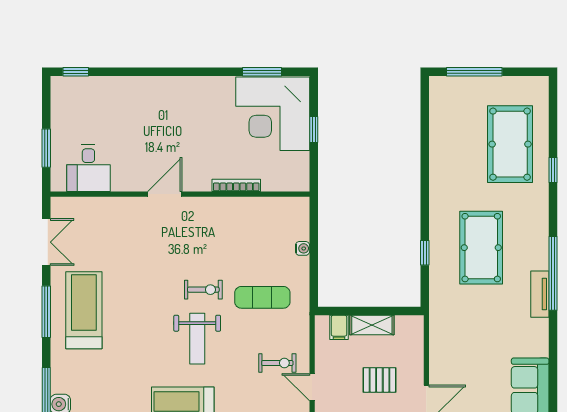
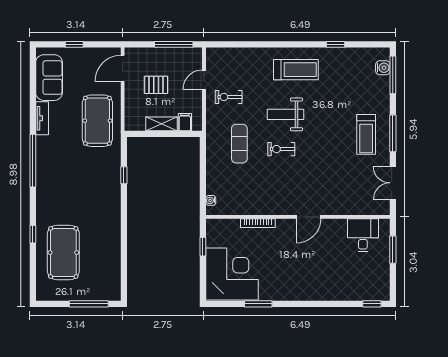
window: (262, 72) -> (258, 304), moved
window: (314, 129) -> (203, 247), moved
water cooler: (303, 248) -> (211, 200), moved
pool table: (481, 248) -> (97, 121), moved
tv unit: (540, 294) -> (42, 118), moved
exercise mat: (262, 297) -> (239, 144), turned 90
treadmill: (84, 310) -> (366, 134), width x0.73, depth x0.73
weight bench: (197, 339) -> (286, 114), turned -90
door: (312, 387) -> (204, 80), swing flipped

